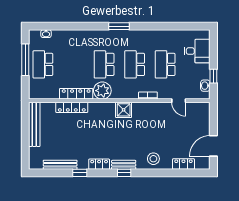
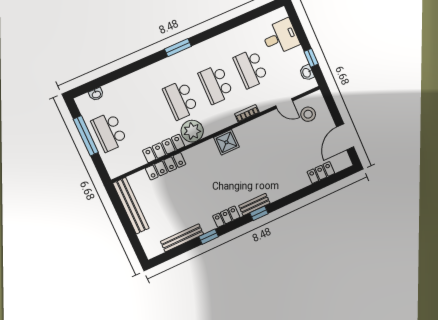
stool: (153, 159) -> (308, 114), moved

